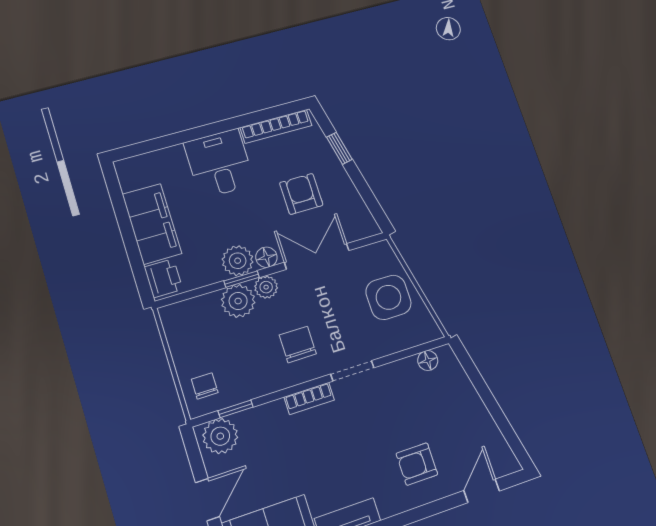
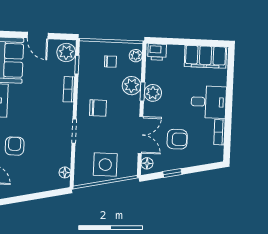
bookcase: (276, 126) -> (219, 132), width x0.64
window: (339, 148) -> (172, 173), moved
filing cabinet: (152, 224) -> (205, 57), moved
floor lamp: (266, 257) -> (147, 163), moved
plant: (266, 287) -> (136, 56), moved
chair: (205, 386) -> (110, 62), moved
bookcase: (309, 399) -> (69, 89), moved

